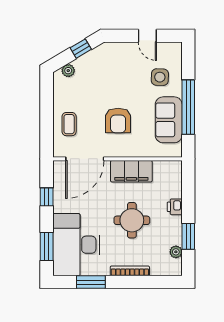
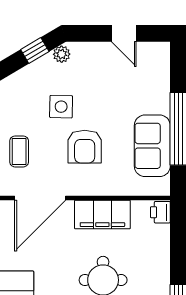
plant: (68, 71) -> (62, 54), moved
side table: (160, 77) -> (61, 107), moved
printer: (175, 207) -> (160, 212), moved

